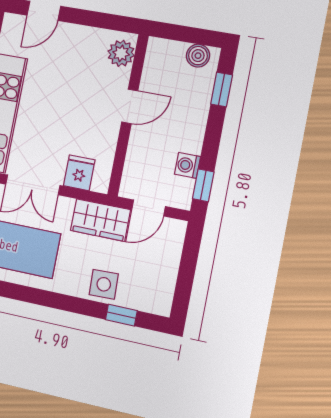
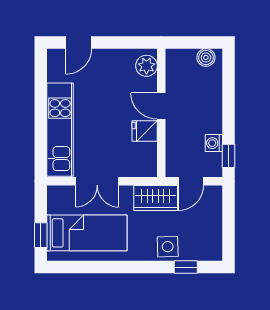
window: (222, 89) -> (229, 80), removed
door: (130, 106) -> (161, 106), swing flipped
fridge: (79, 173) -> (145, 131), moved, turned -90

